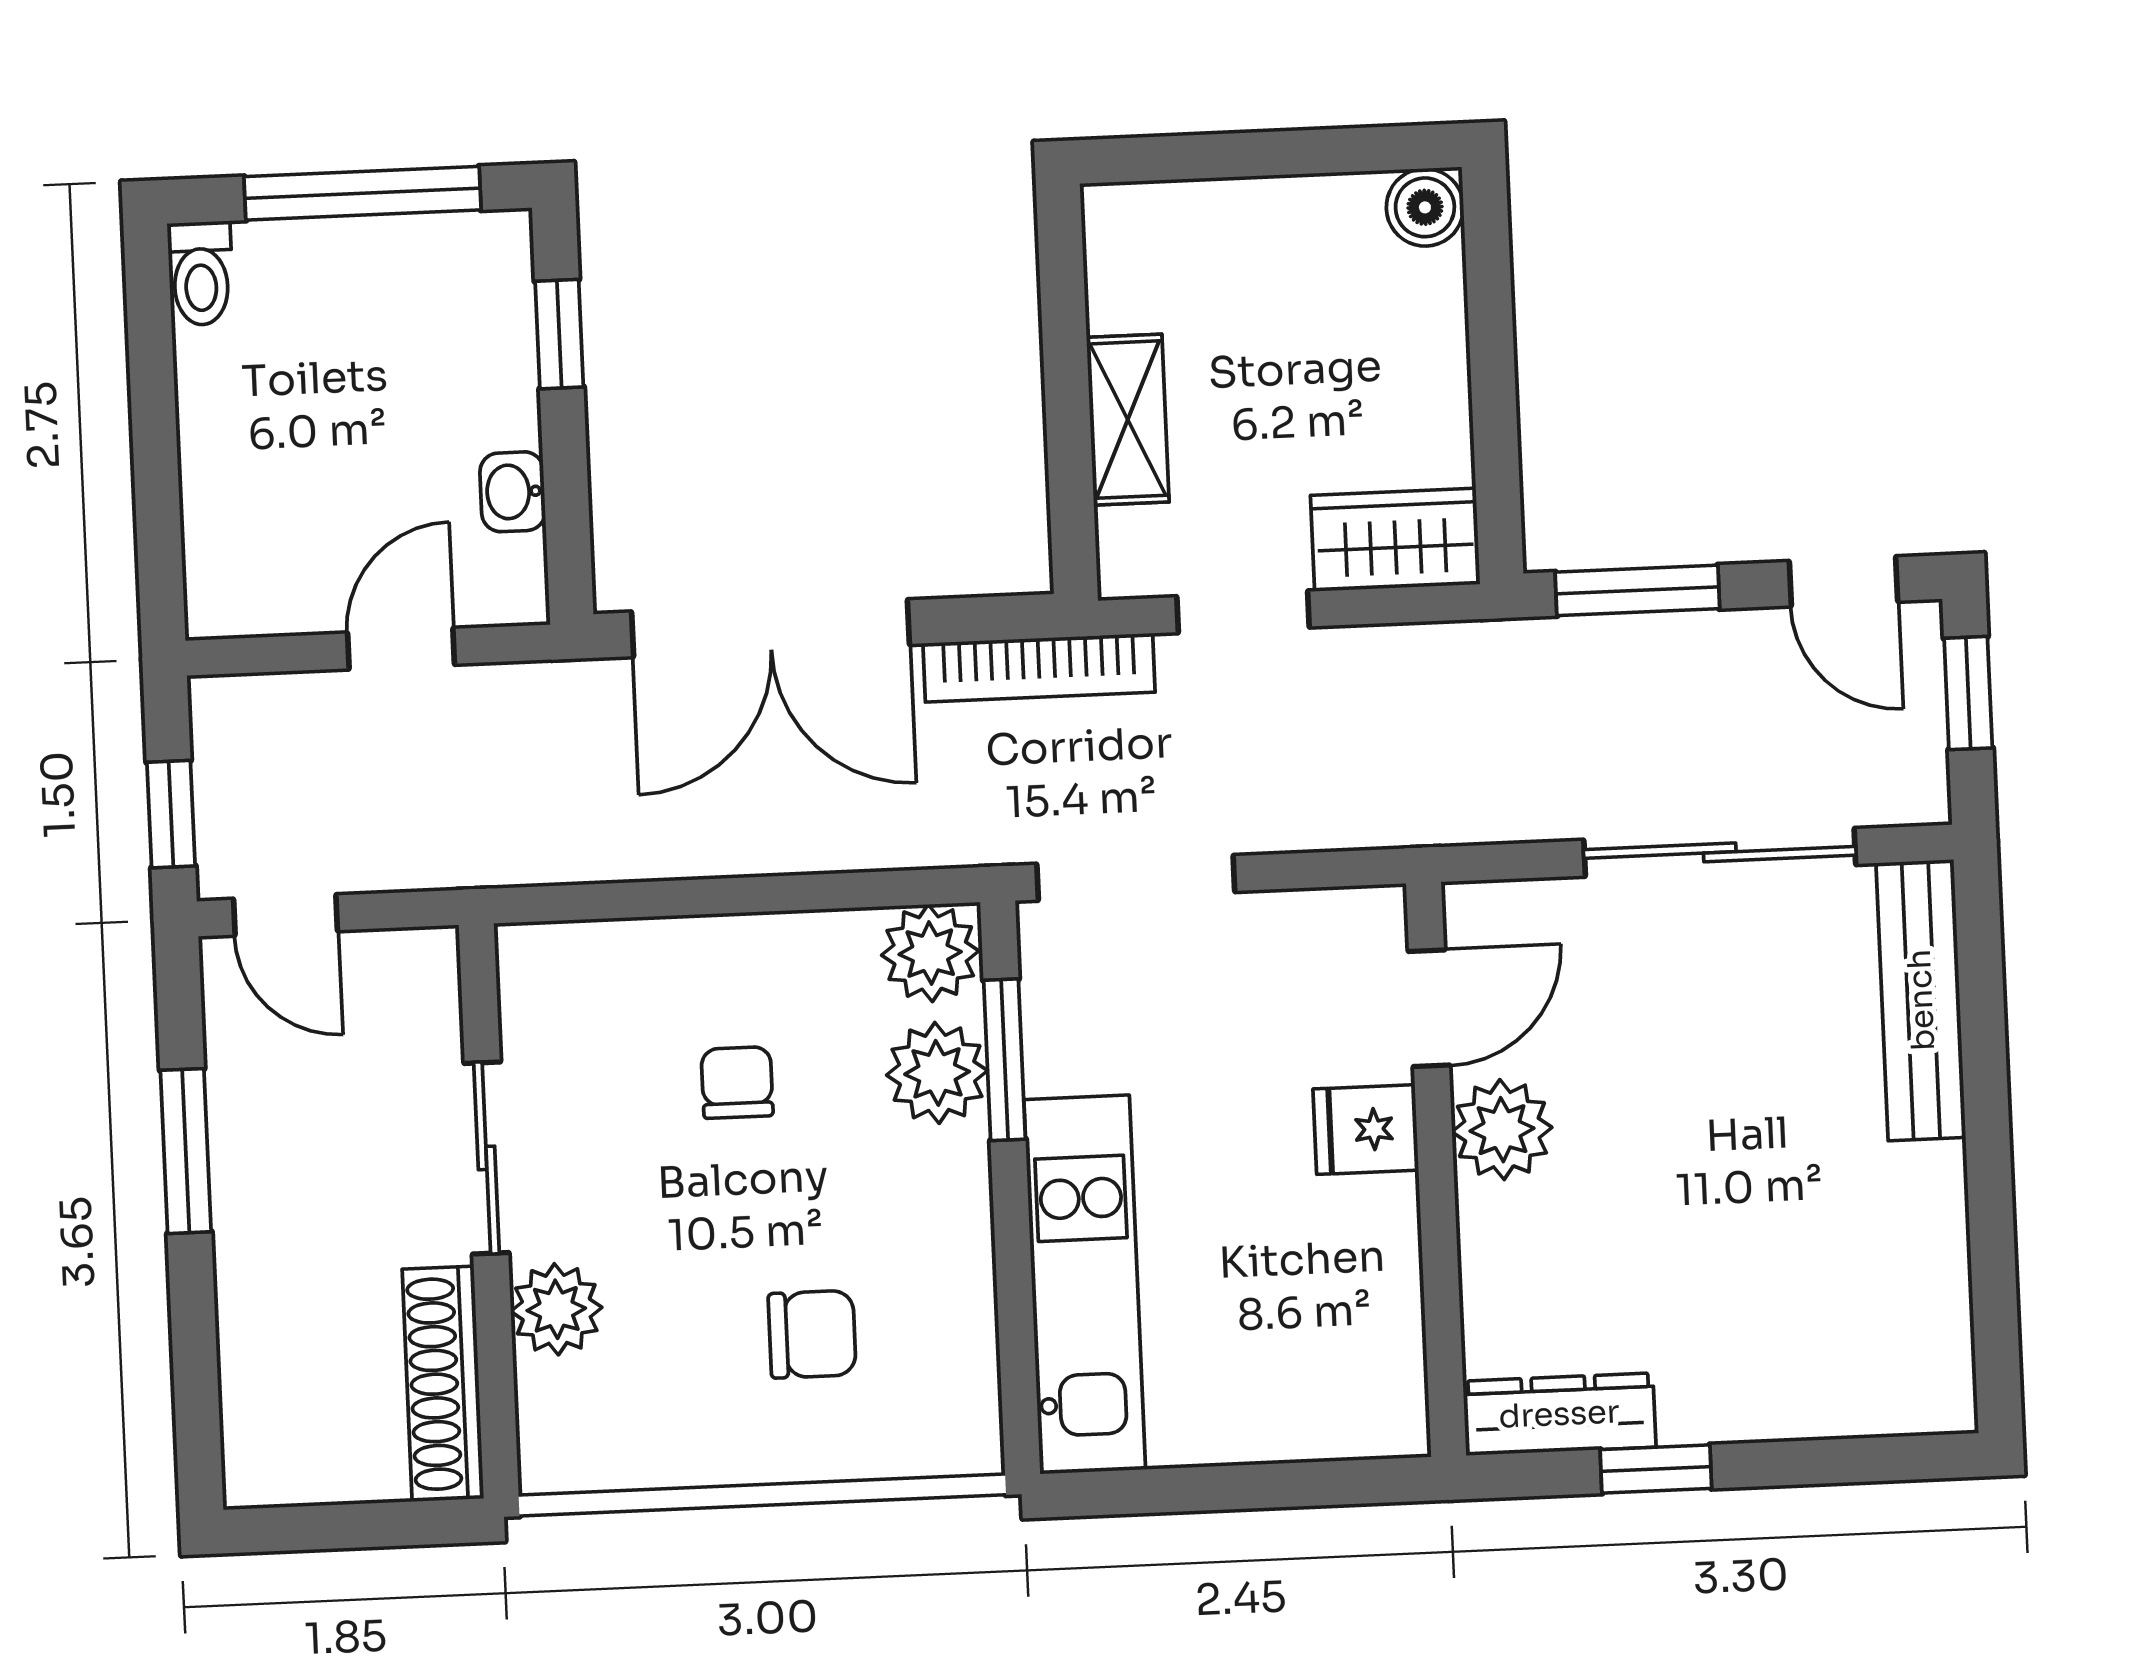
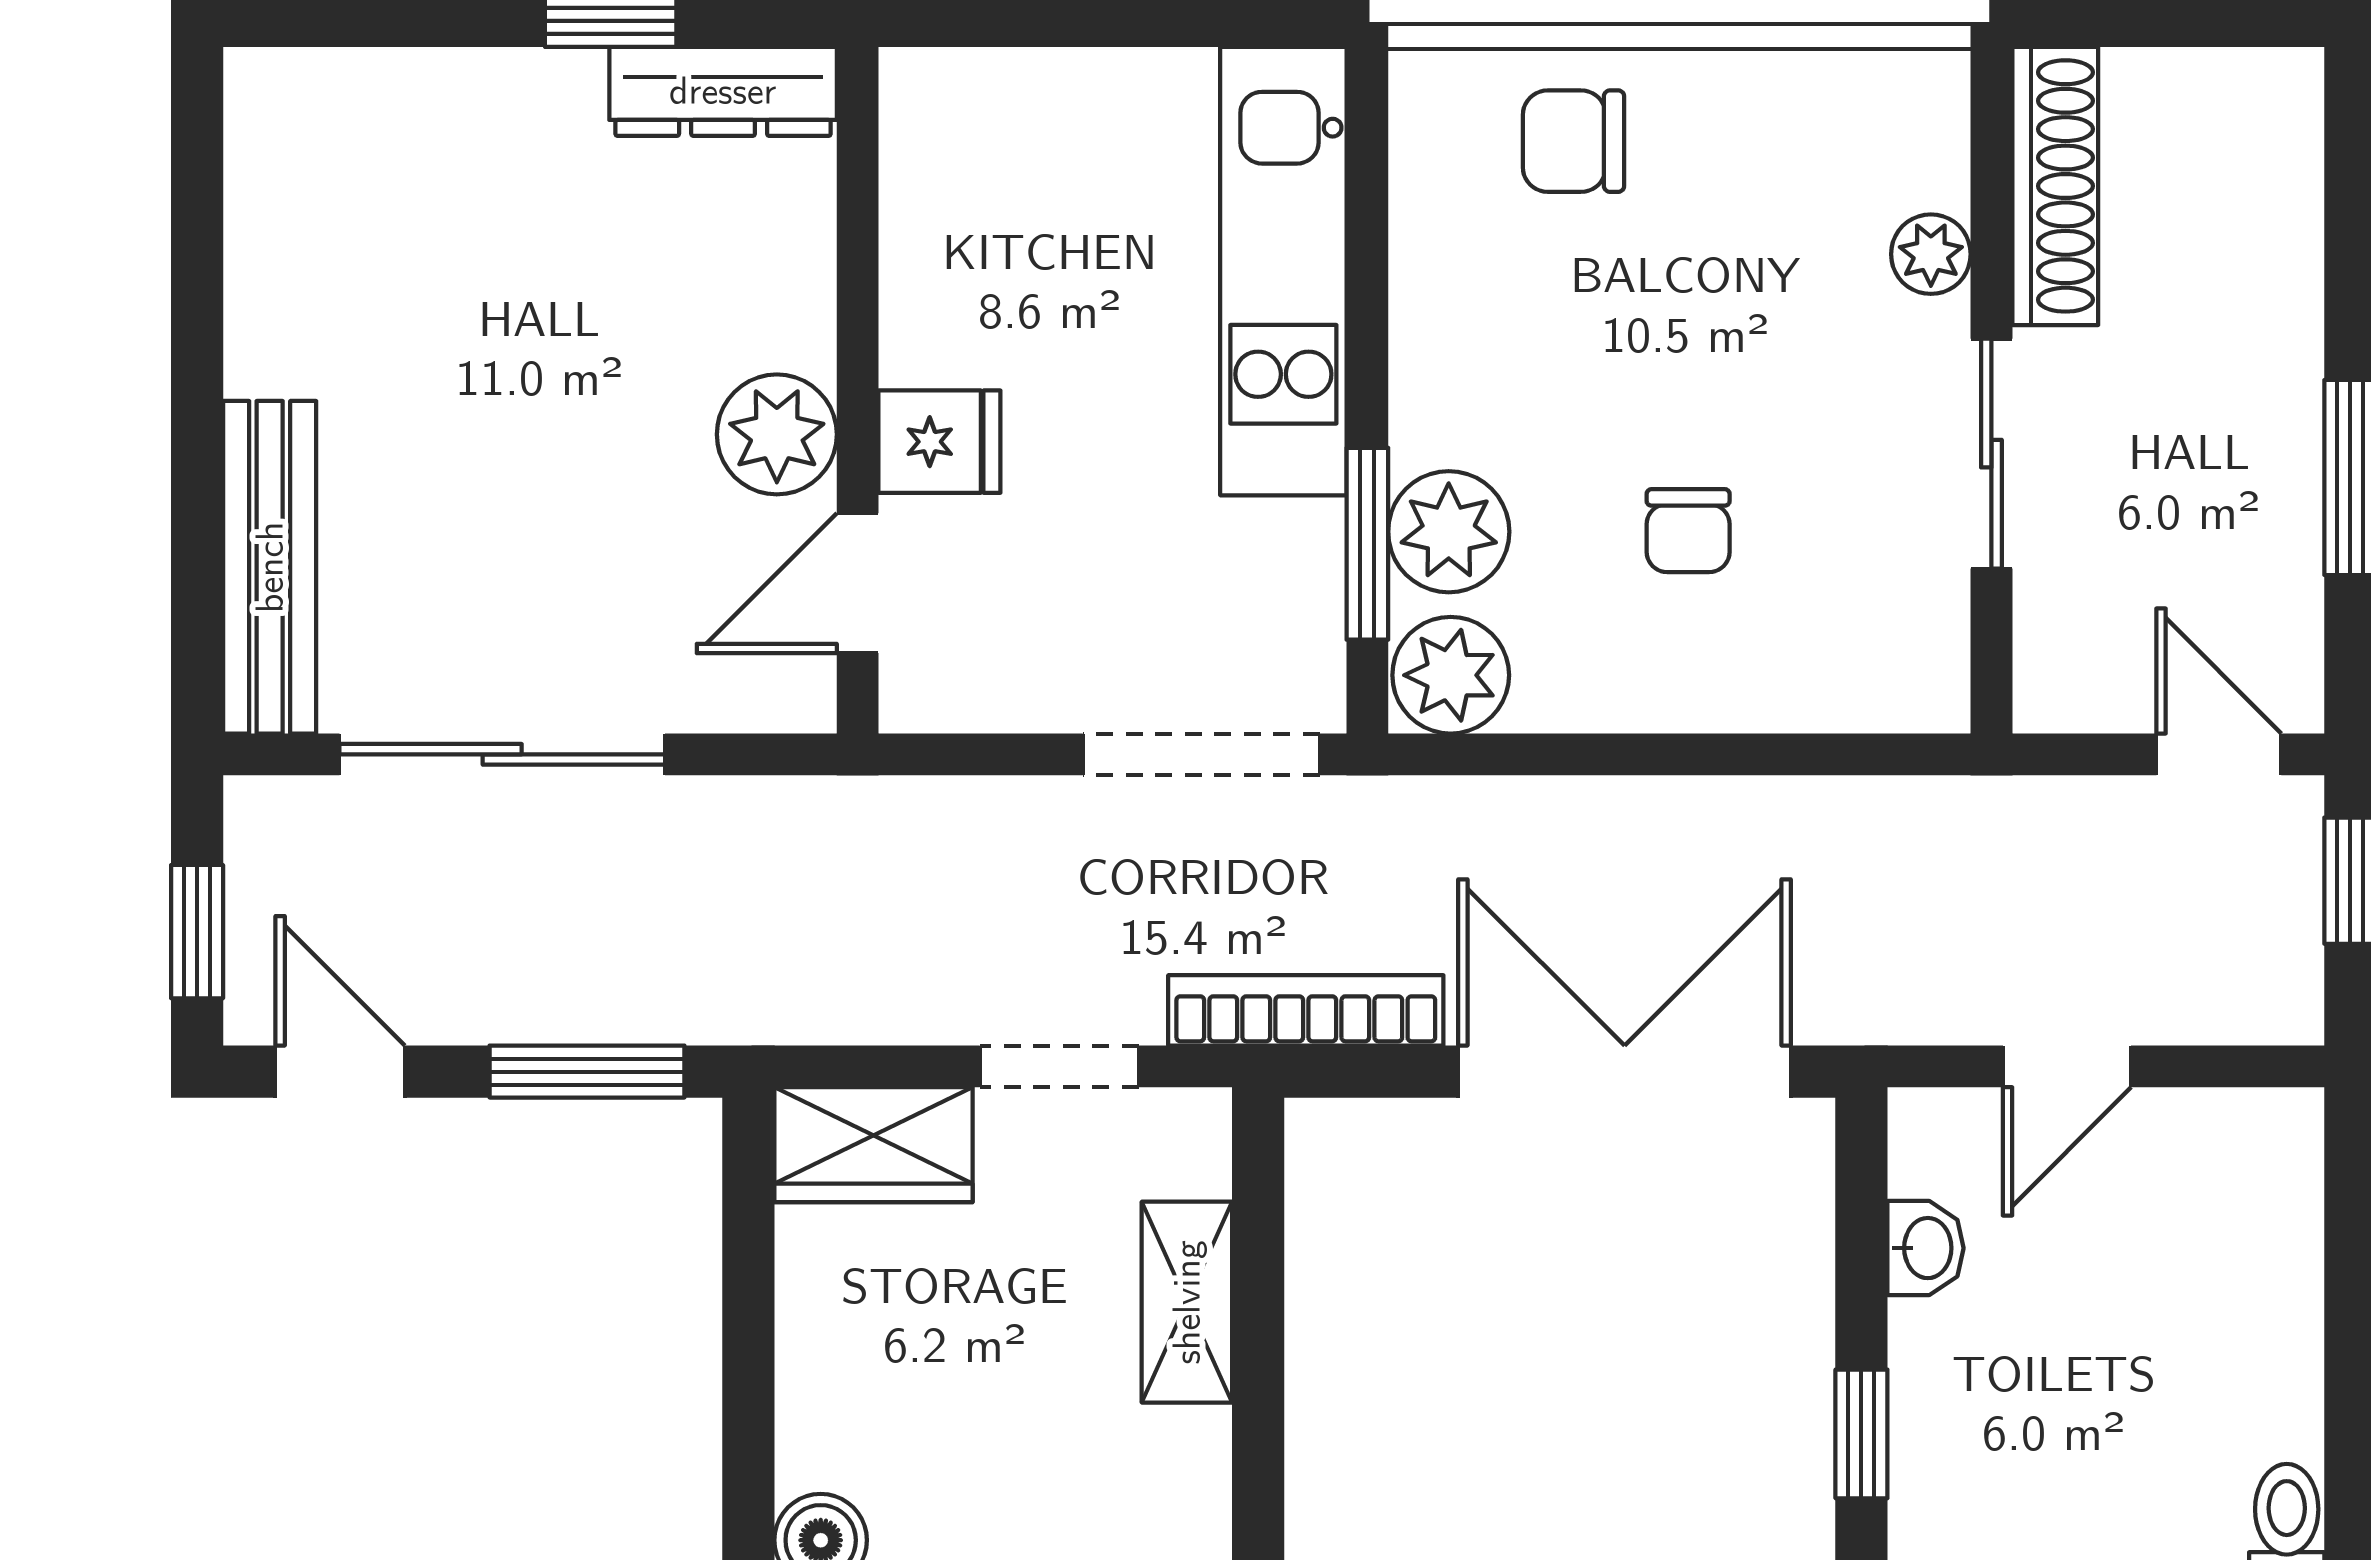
plant: (556, 1309) -> (1931, 254), width x0.73, depth x0.73
chair: (812, 1334) -> (1573, 141), moved

